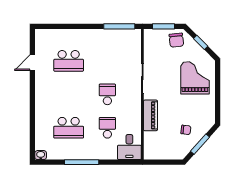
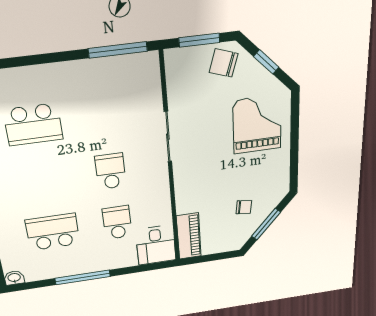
chair: (176, 40) -> (224, 63), turned 114
piano: (150, 115) -> (189, 236), moved
school desk: (69, 128) -> (53, 232), turned 180

